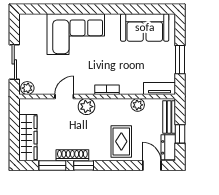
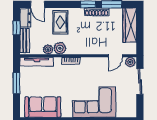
tv unit: (159, 89) -> (37, 62), width x1.41
door: (64, 96) -> (115, 56), moved
plant: (86, 107) -> (60, 48), moved

